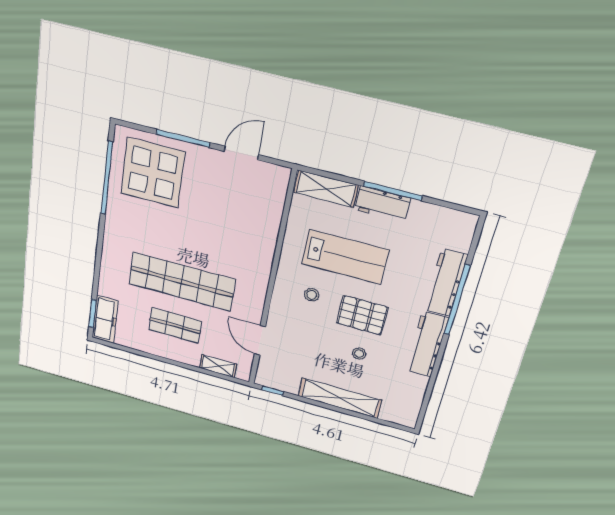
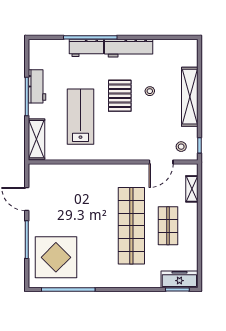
workbench: (382, 204) -> (37, 86), moved
workbench: (446, 283) -> (86, 48), width x0.73
stool: (312, 295) -> (181, 147), moved

